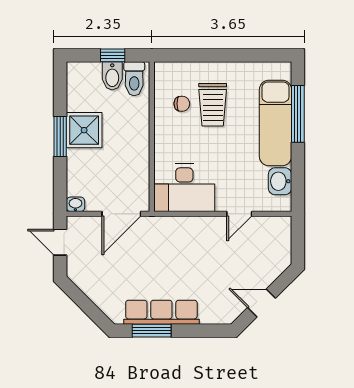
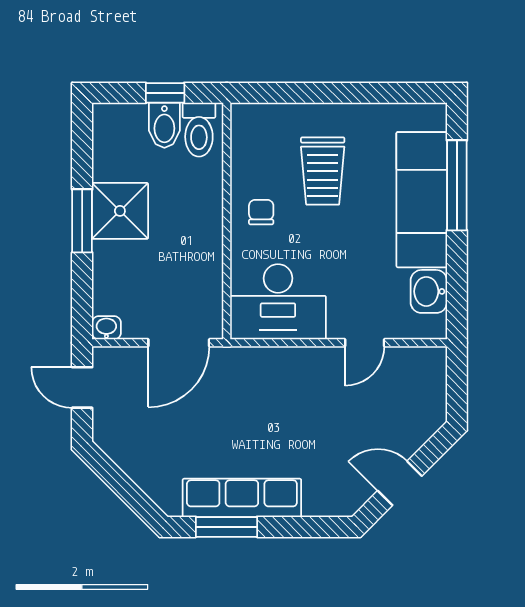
chair: (182, 104) -> (261, 212), moved, turned -90

